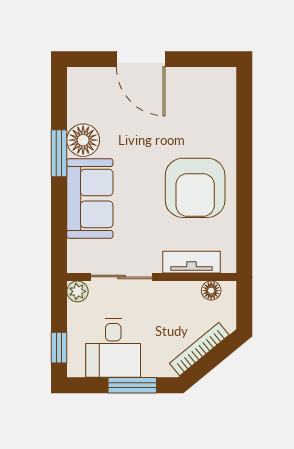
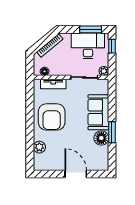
plant: (223, 120) -> (39, 147), added
armchair: (195, 188) -> (52, 117), turned 180
desk: (113, 348) -> (88, 46), width x1.37
window: (132, 385) -> (91, 29), moved

